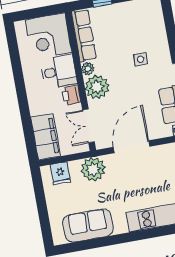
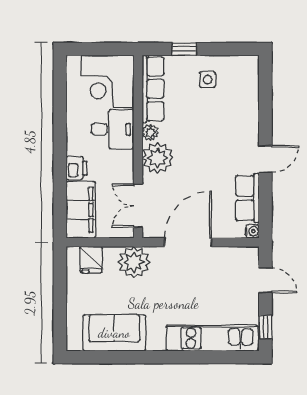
side table: (141, 59) -> (208, 80), moved
printer: (71, 95) -> (77, 168), moved, turned 180

